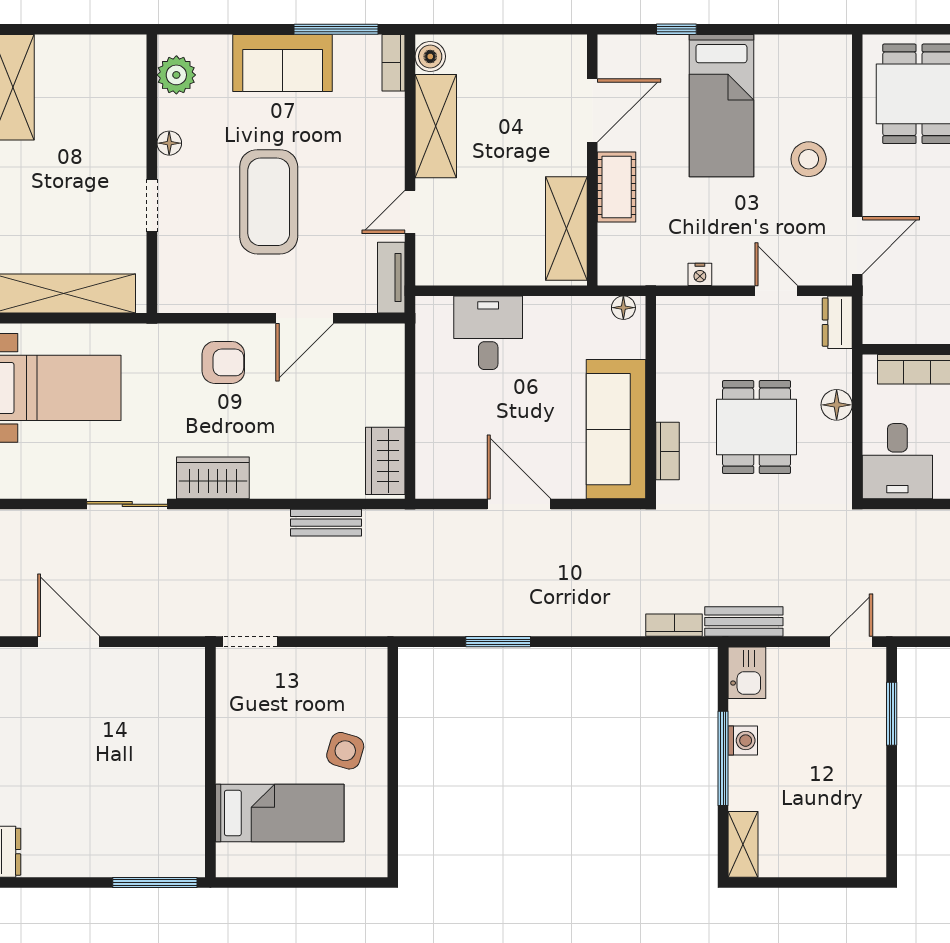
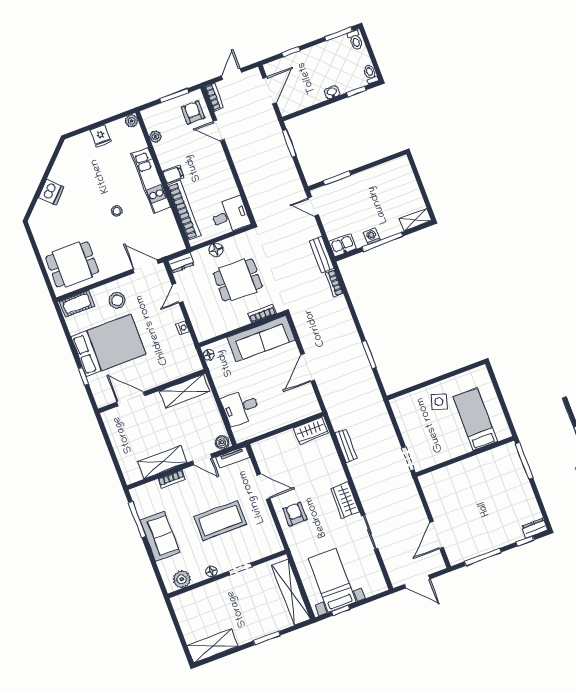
boiler: (430, 56) -> (222, 442), moved
bookcase: (393, 63) -> (171, 479), moved
bed: (721, 106) -> (108, 345), width x1.50
cot: (617, 187) -> (77, 304), moved

